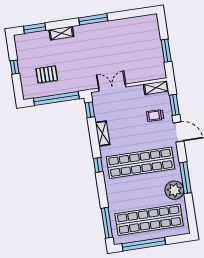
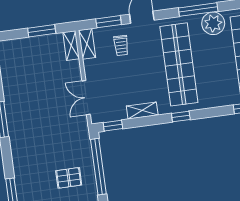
shelving: (61, 33) -> (71, 46), moved
pallet: (47, 74) -> (69, 178), turned 90

